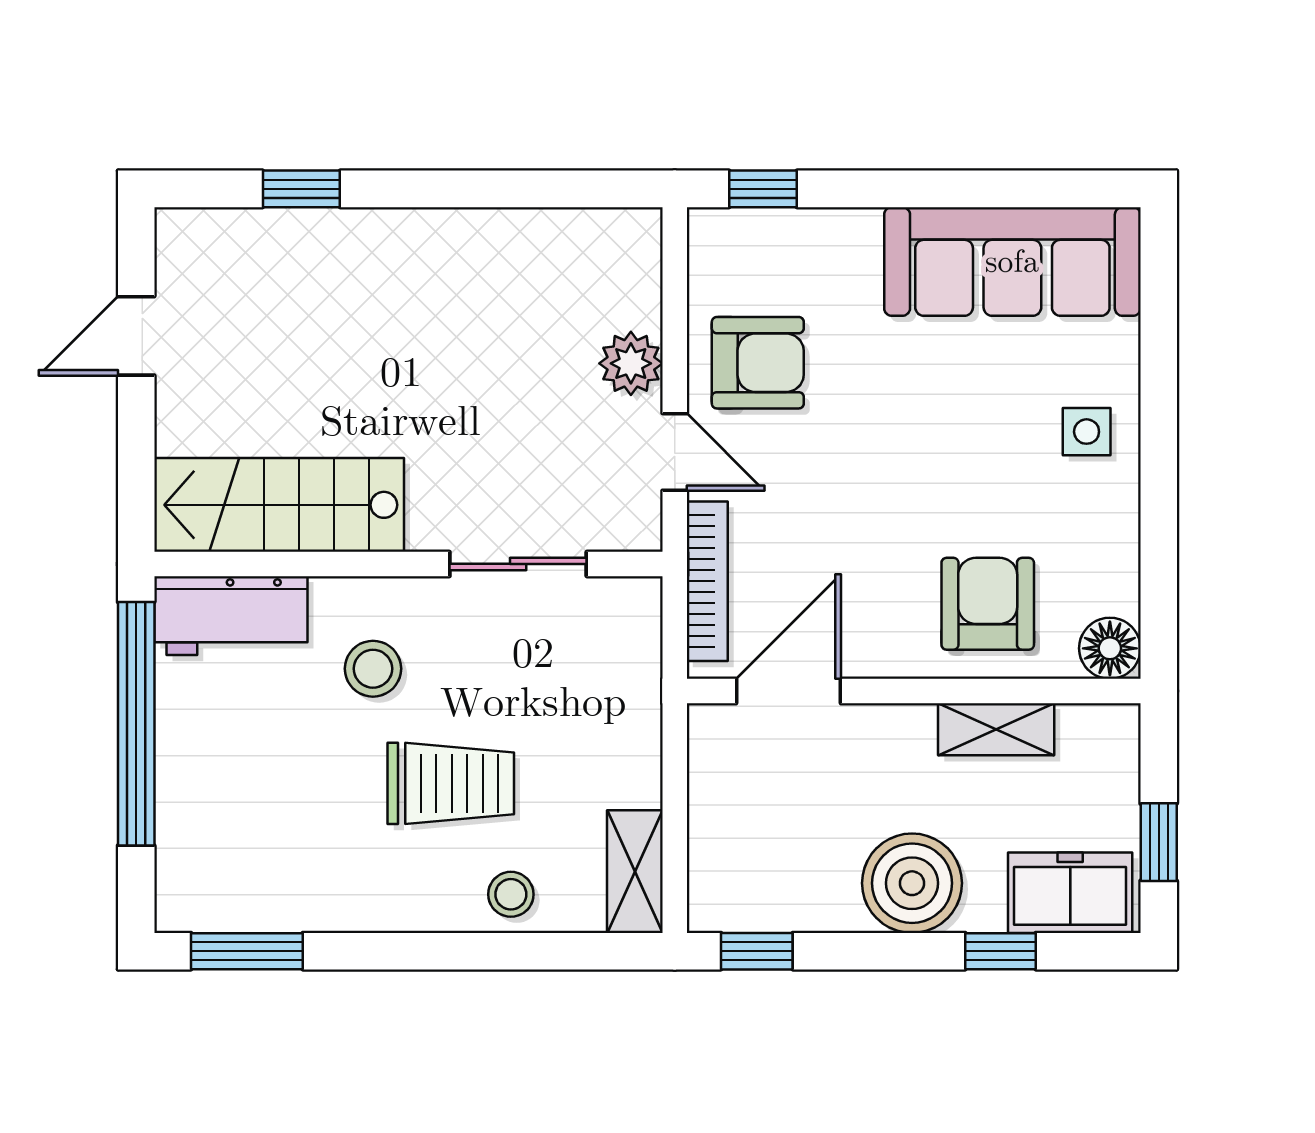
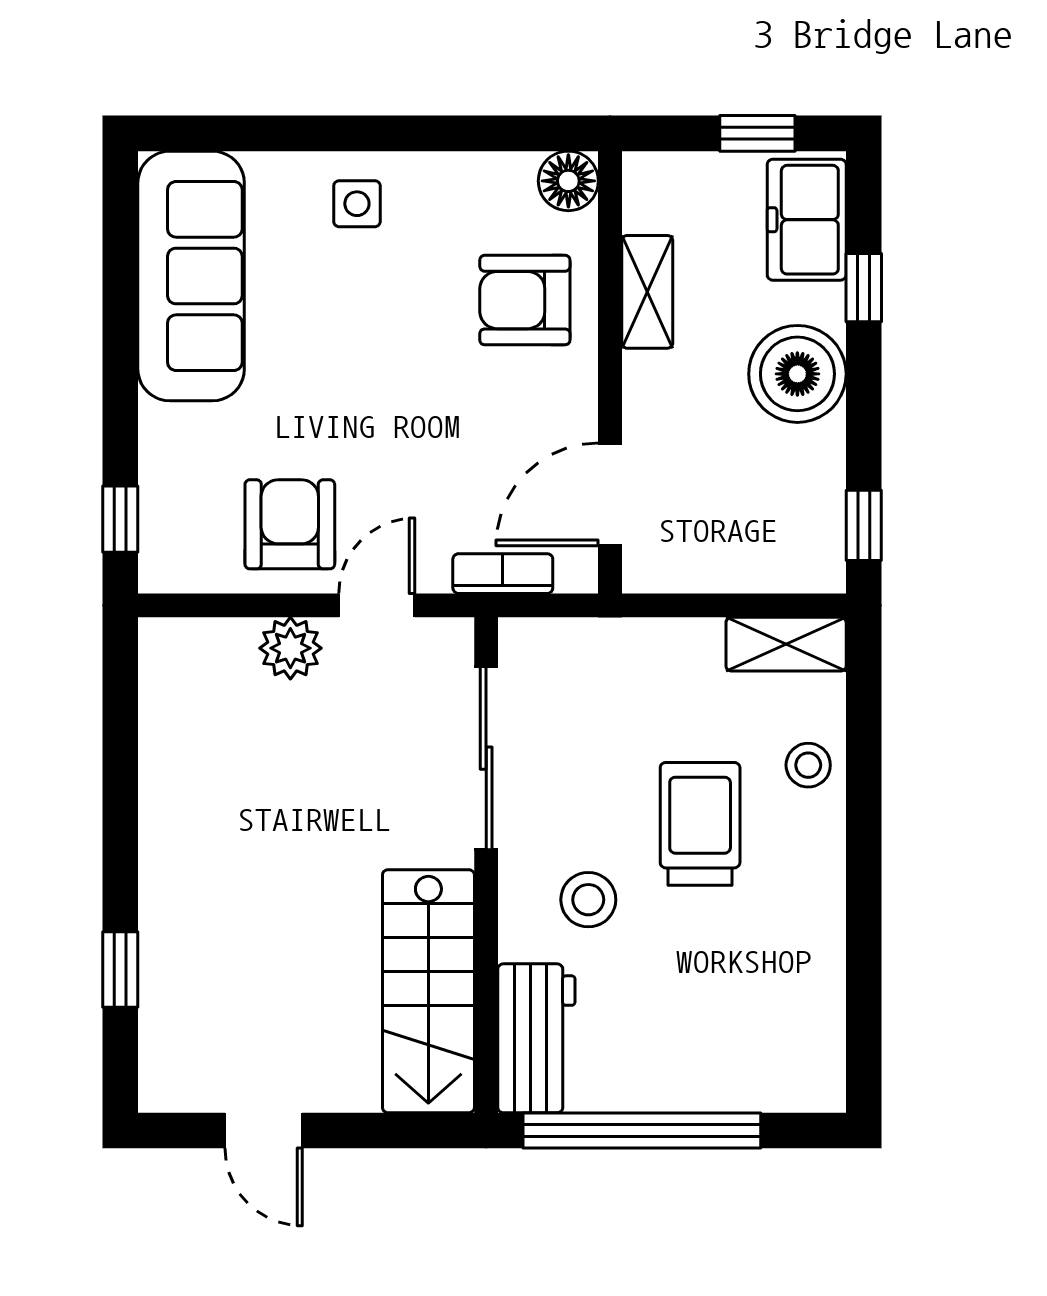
sliding door: (518, 564) -> (486, 758), width x1.37
bookcase: (707, 581) -> (503, 574), width x0.64
door: (788, 691) -> (610, 494), hinge flipped
window: (247, 951) -> (864, 1023), removed

